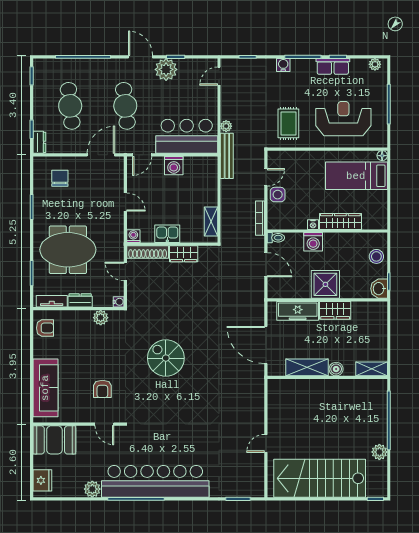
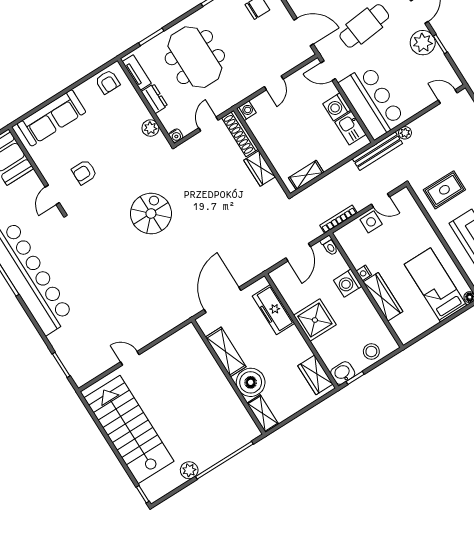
kitchen sink: (167, 234) -> (351, 128), moved, turned 180
wardrobe: (335, 310) -> (315, 375), moved
boiler: (336, 369) -> (251, 382), width x1.86, depth x1.86

